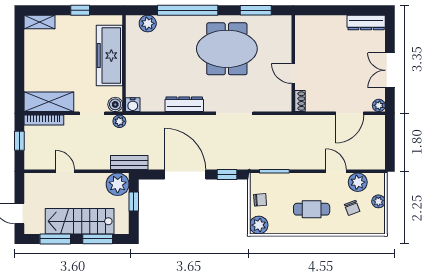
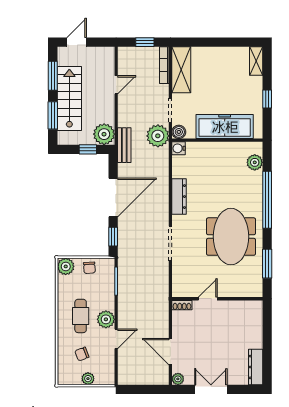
plant: (119, 121) -> (158, 136), width x1.88, depth x1.88
plant: (358, 182) -> (106, 319), moved

